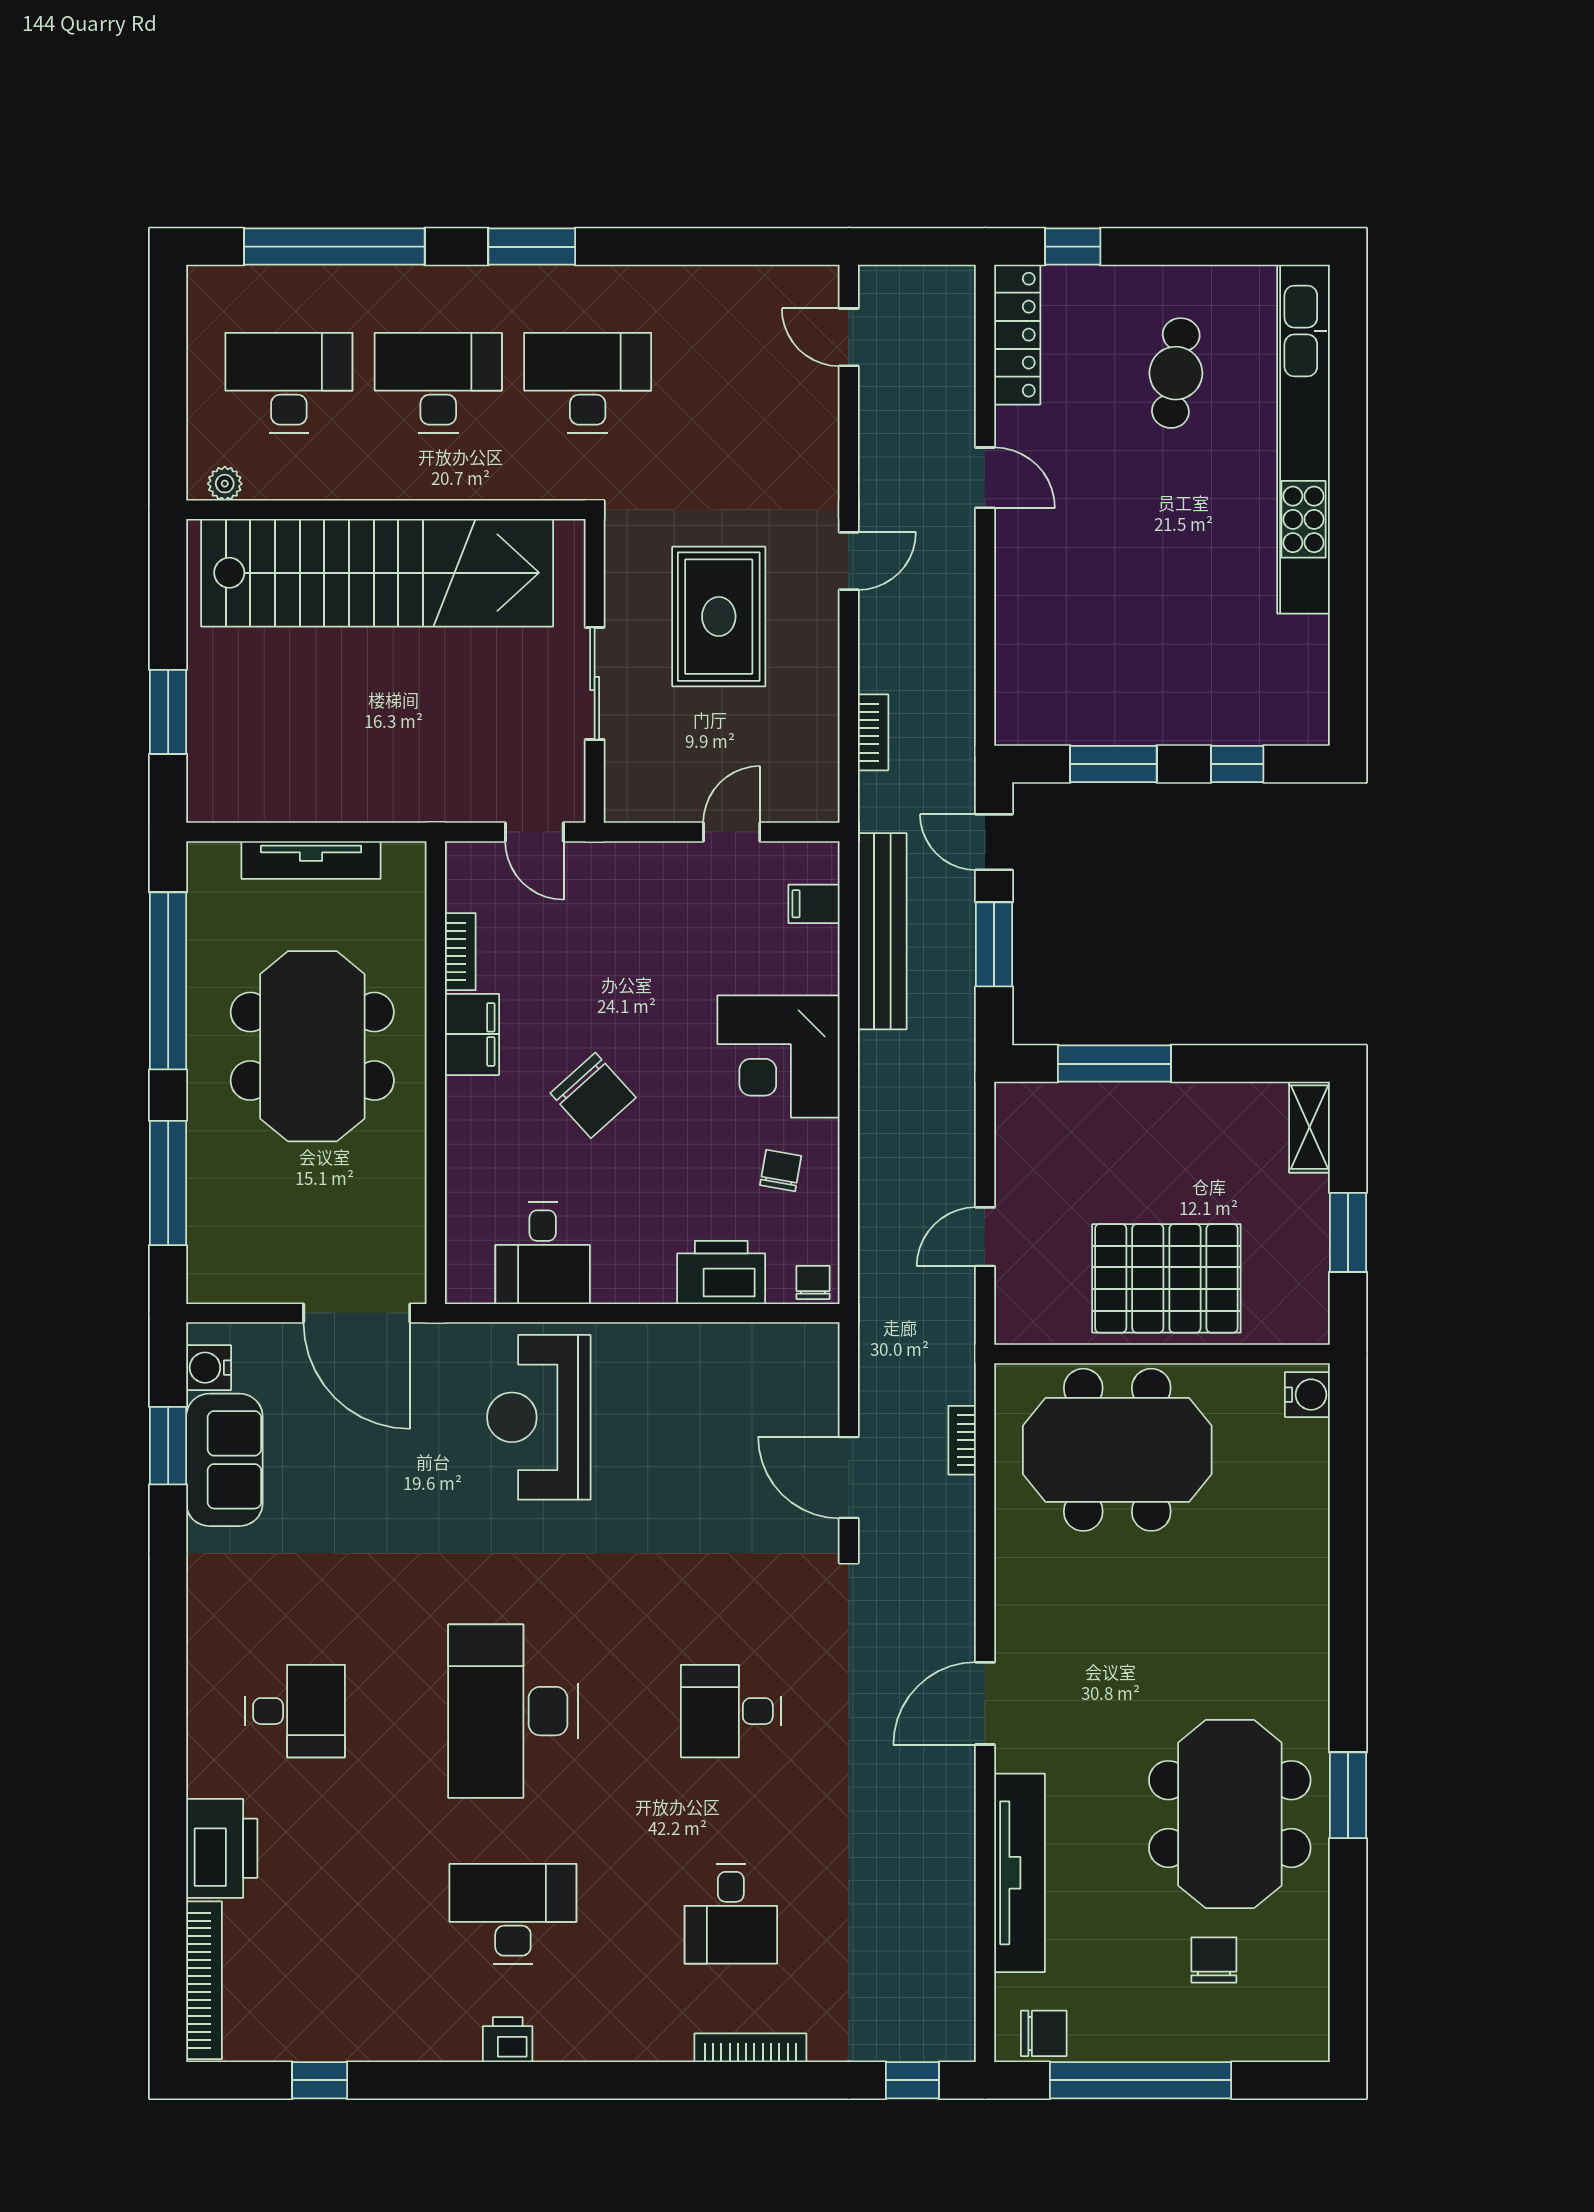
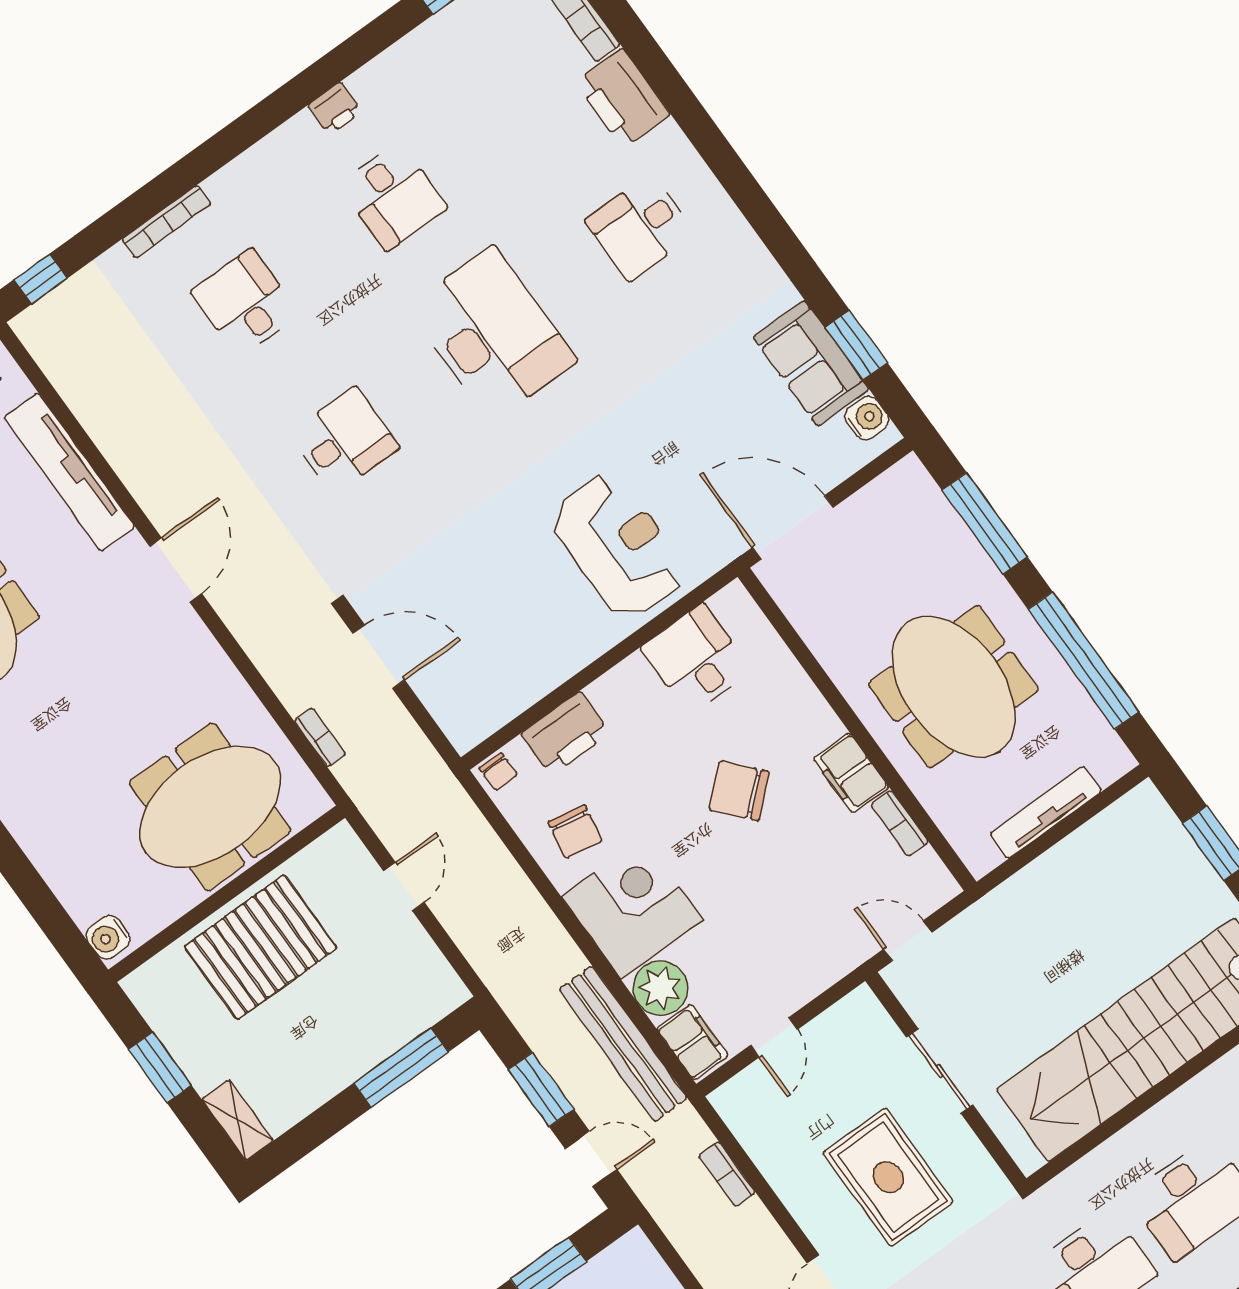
filing cabinet: (814, 904) -> (692, 1042), width x2.00
plant: (807, 959) -> (660, 988), added
chair: (781, 1170) -> (575, 832), width x1.37, depth x1.37
desk: (513, 1914) -> (393, 196), width x0.73

